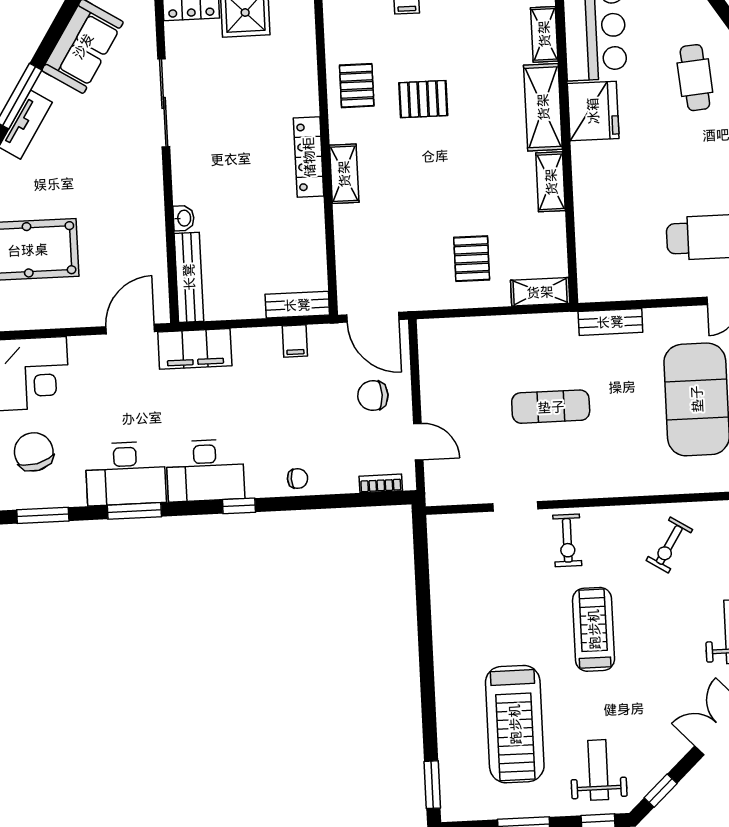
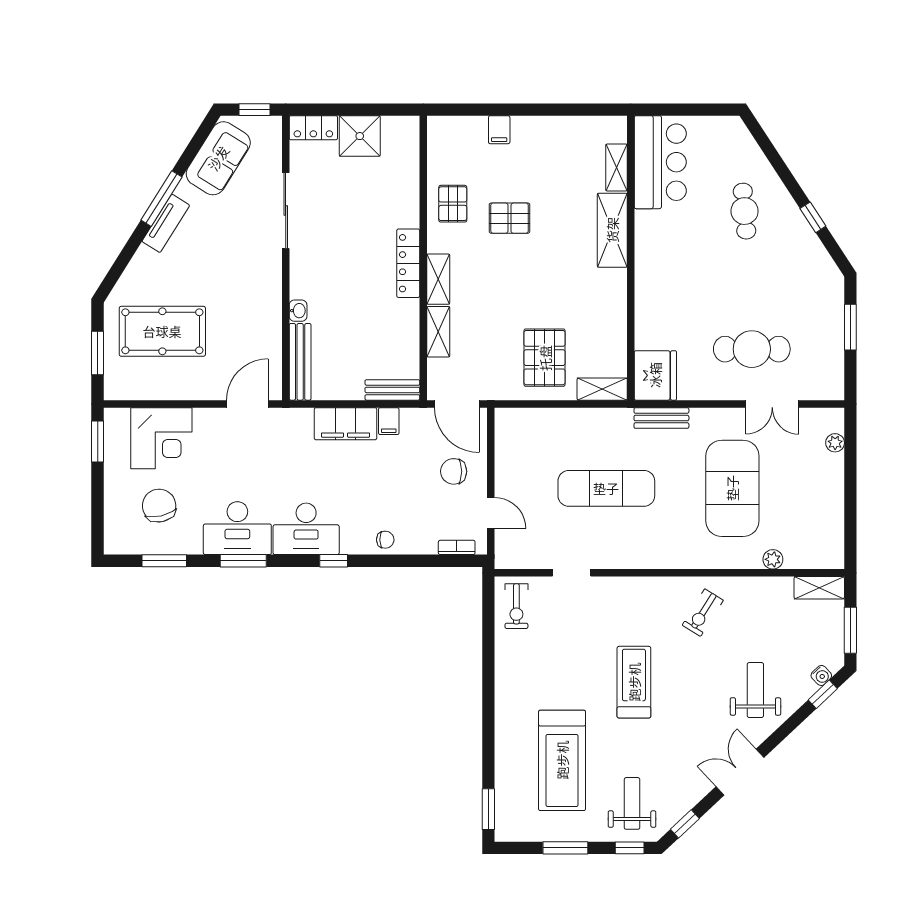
fridge: (593, 111) -> (655, 375), moved
shelving: (551, 182) -> (438, 332), moved
pallet: (472, 259) -> (545, 358), width x1.50, depth x1.42
filing cabinet: (195, 349) -> (346, 424), moved
exercise mat: (551, 407) -> (606, 488), width x1.36, depth x1.45
exercise bike: (567, 540) -> (516, 606), moved

